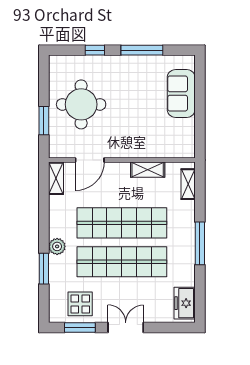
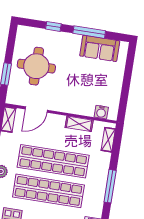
sofa: (181, 93) -> (100, 48), moved, turned -90
water cooler: (174, 150) -> (101, 112), added

